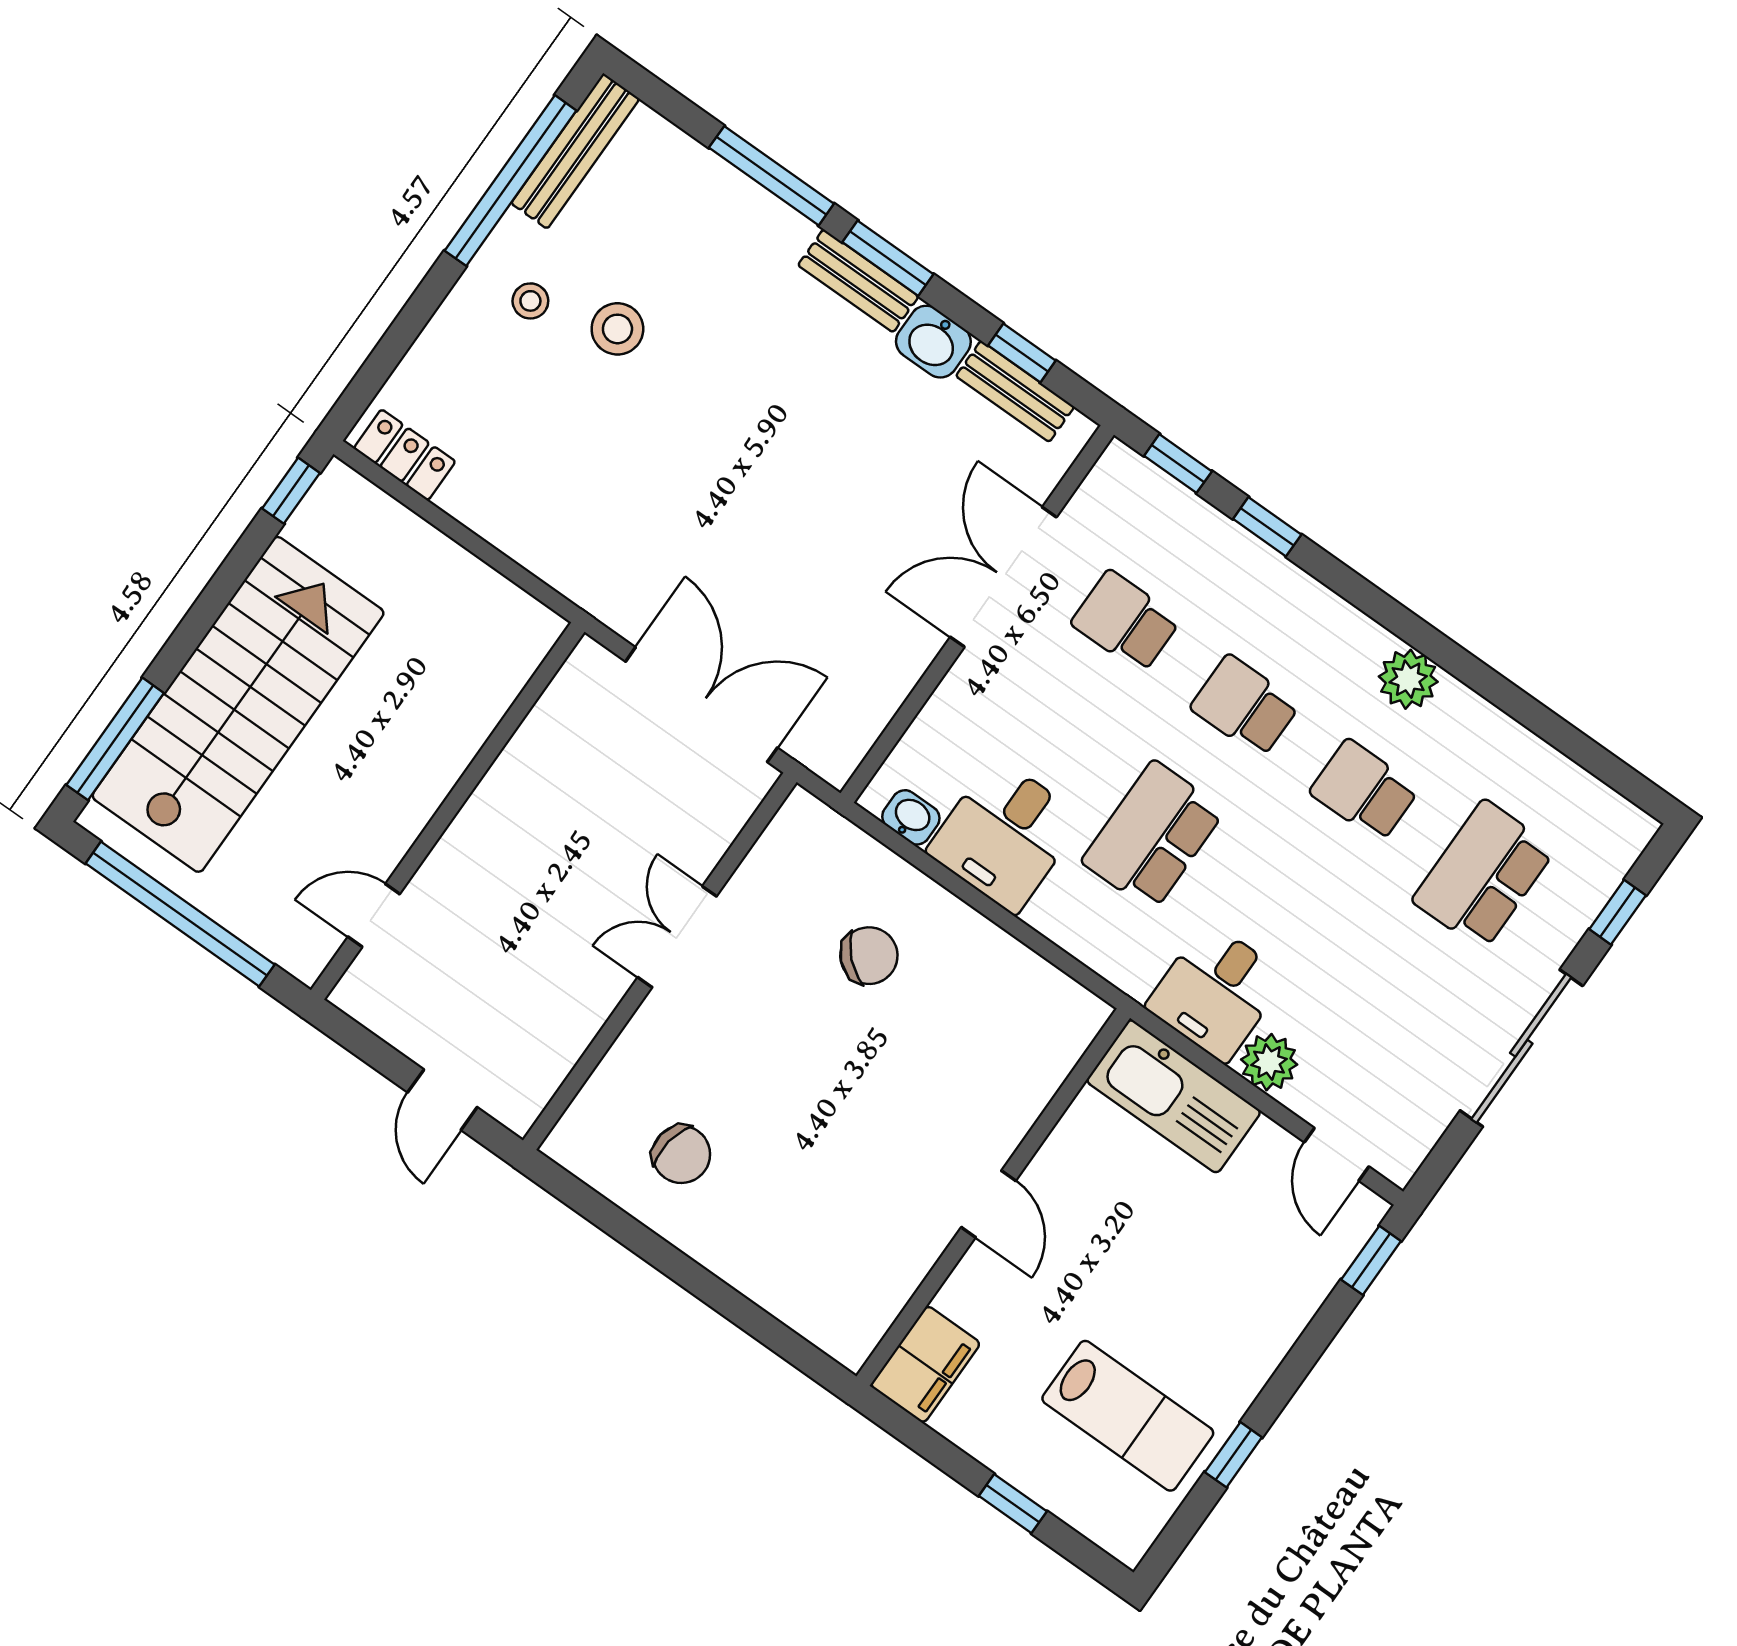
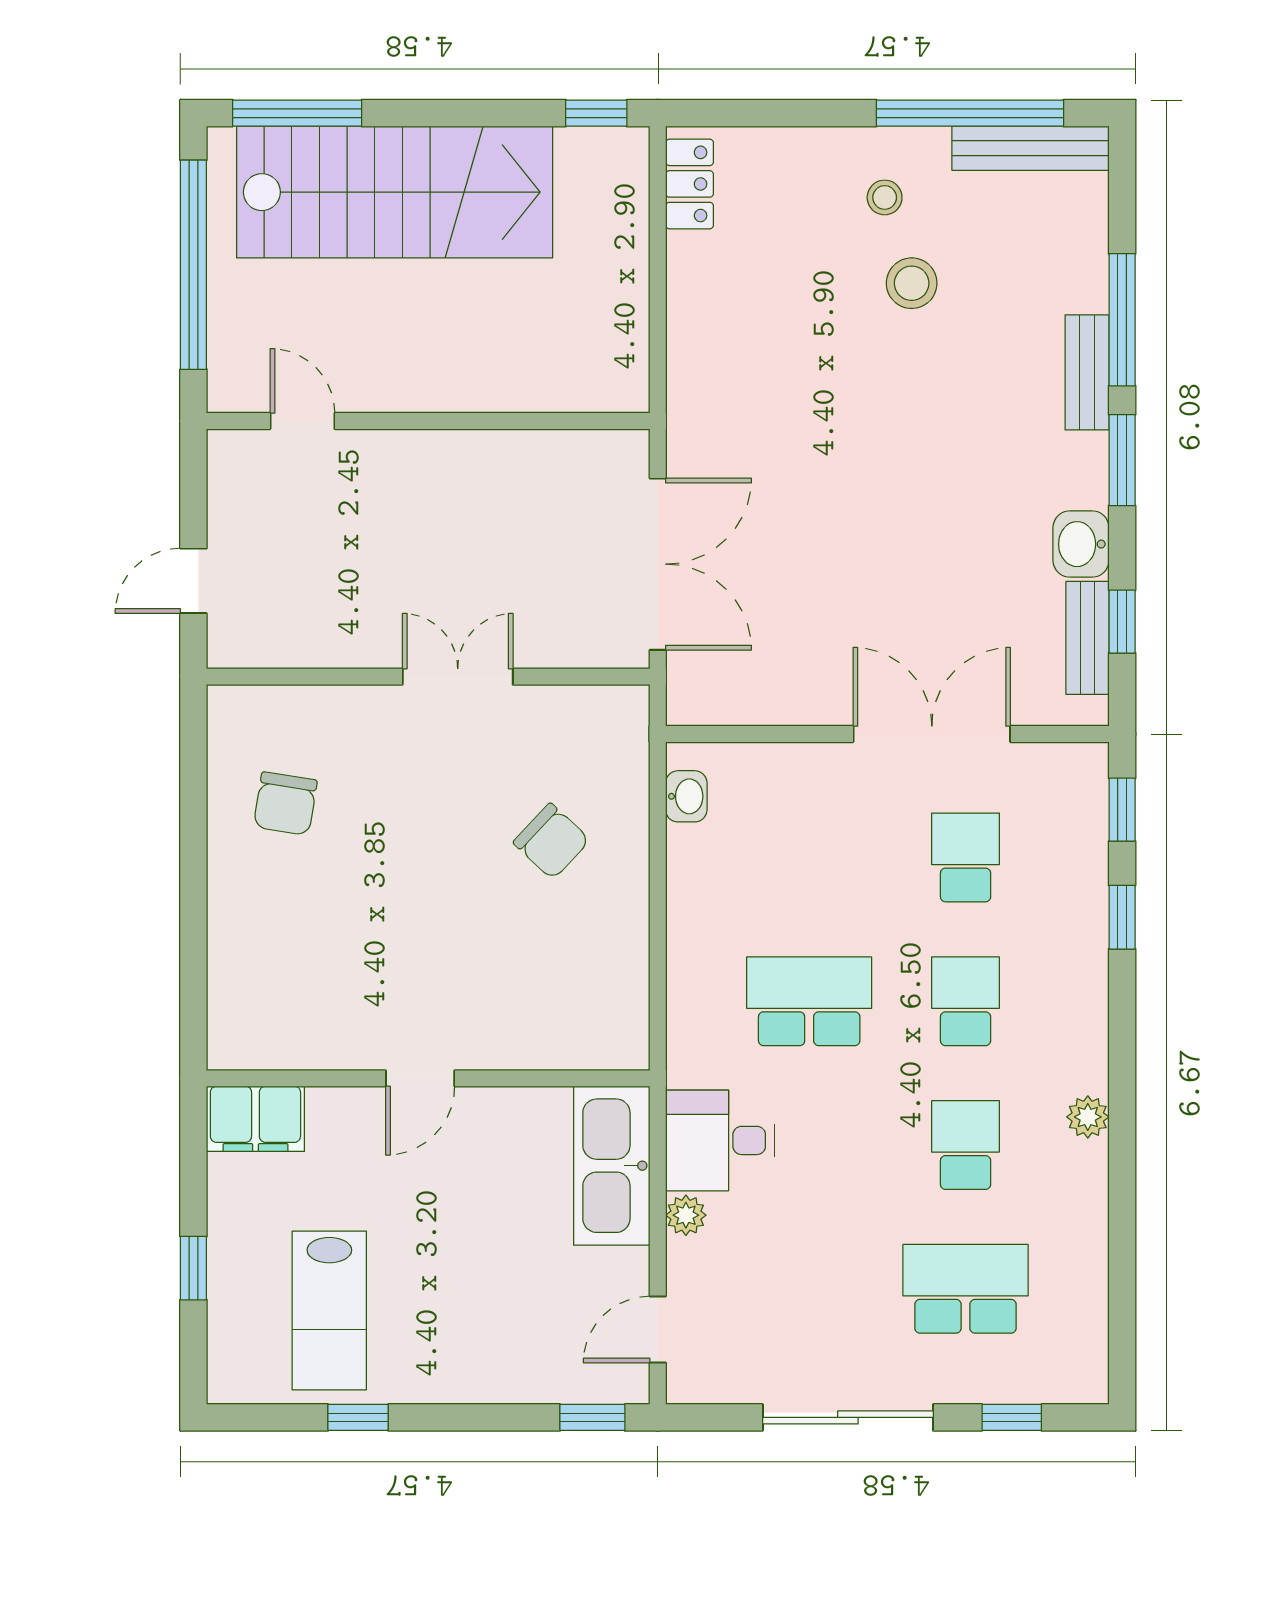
bench: (858, 281) -> (1087, 372), moved
plant: (1408, 679) -> (1088, 1117), width x0.73, depth x0.73
desk: (1005, 835) -> (726, 882), removed
plant: (1269, 1062) -> (686, 1215), width x0.73, depth x0.73

